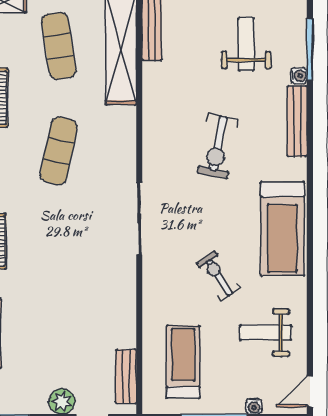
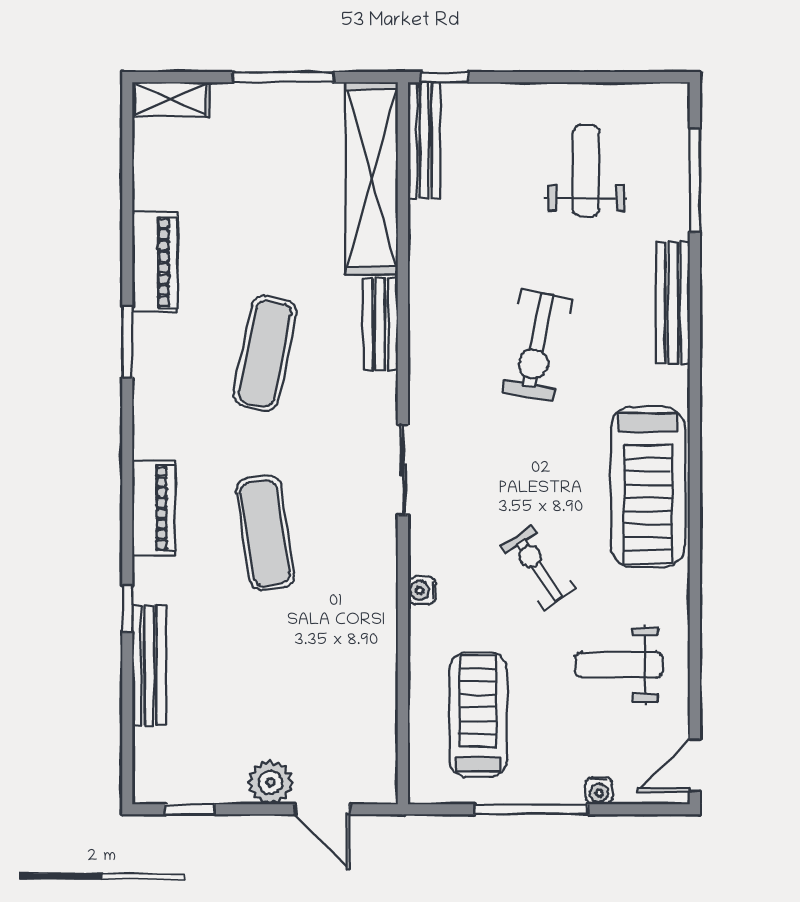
exercise mat: (59, 46) -> (265, 533), moved
water cooler: (299, 76) -> (422, 590), moved, turned 180
sliding door: (139, 219) -> (403, 470), width x0.73
bench: (126, 376) -> (380, 324), moved

